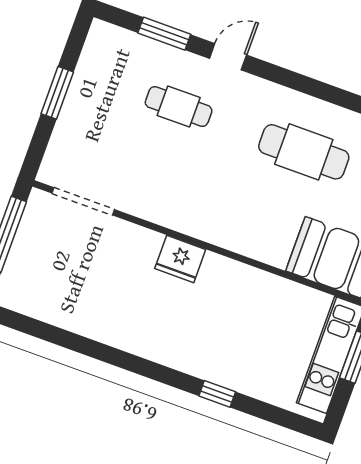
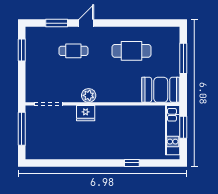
window: (57, 93) -> (22, 50), moved
plant: (176, 214) -> (89, 95), added
fridge: (180, 259) -> (86, 113), moved

